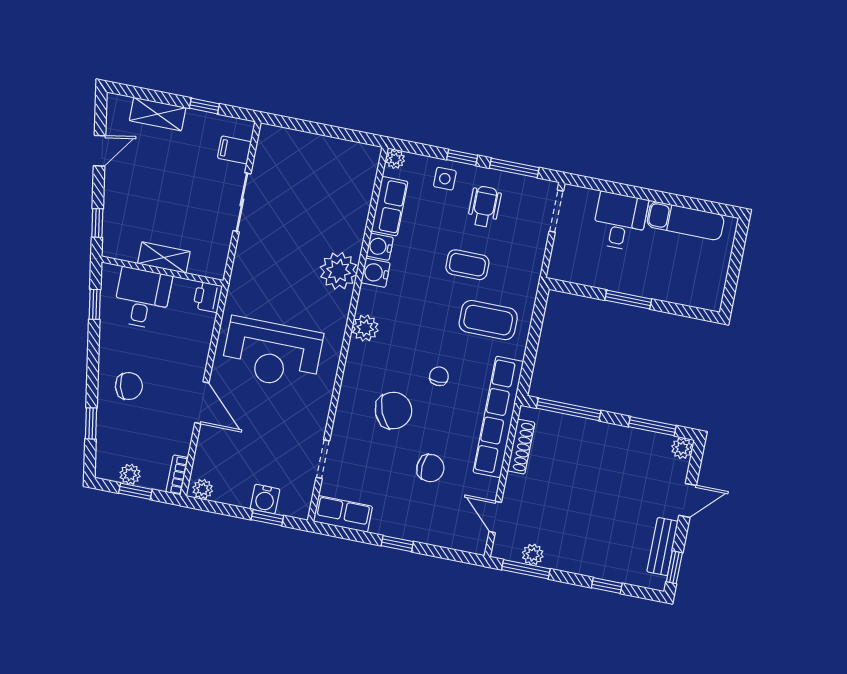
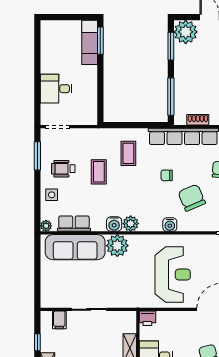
window: (462, 157) -> (37, 187), removed
sofa: (350, 200) -> (75, 247), added
exam couch: (686, 221) -> (90, 42), moved, turned 180
water cooler: (380, 247) -> (170, 225), moved
window: (628, 300) -> (100, 41), moved
coffee table: (488, 320) -> (128, 153), width x0.73, depth x0.77
plant: (365, 328) -> (131, 224), moved
shoe rack: (521, 447) -> (198, 120), width x0.70
plant: (682, 448) -> (186, 32), width x1.88, depth x1.88

